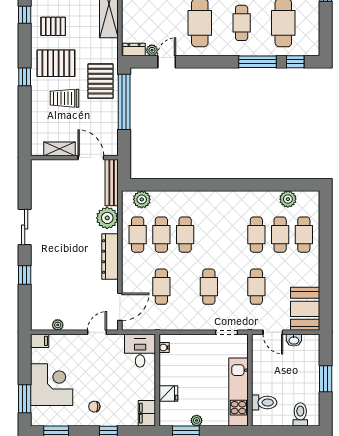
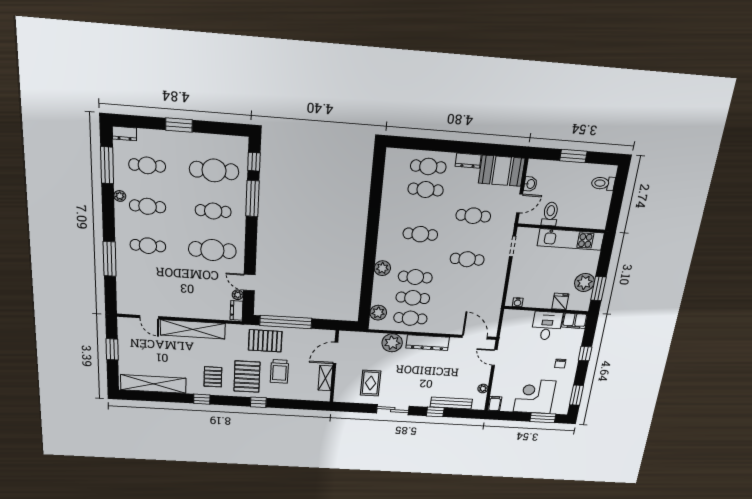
bench: (112, 183) -> (451, 403), moved
rug: (57, 199) -> (371, 383), added
plant: (288, 199) -> (382, 268), moved
cafe table: (256, 235) -> (420, 234), moved
dresser: (313, 274) -> (468, 161), added
cafe table: (161, 287) -> (461, 301), removed
desk: (140, 351) -> (547, 326), moved, turned 90
toilet: (264, 403) -> (550, 214), moved
plant: (197, 420) -> (584, 283), width x1.88, depth x1.88

